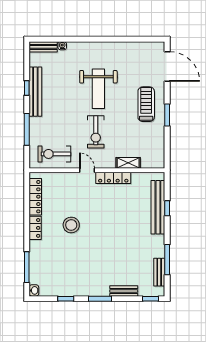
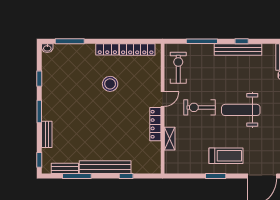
bench: (158, 207) -> (105, 167), moved

